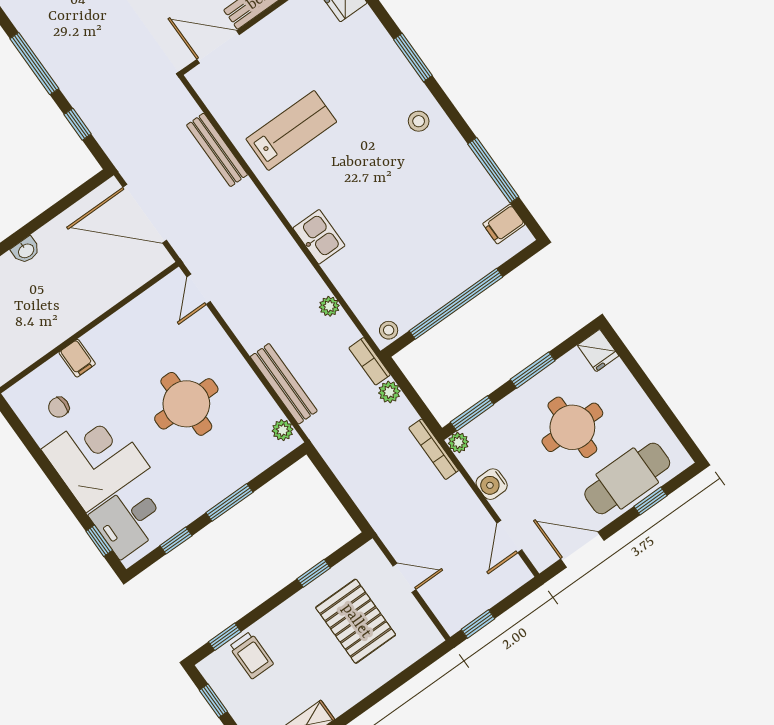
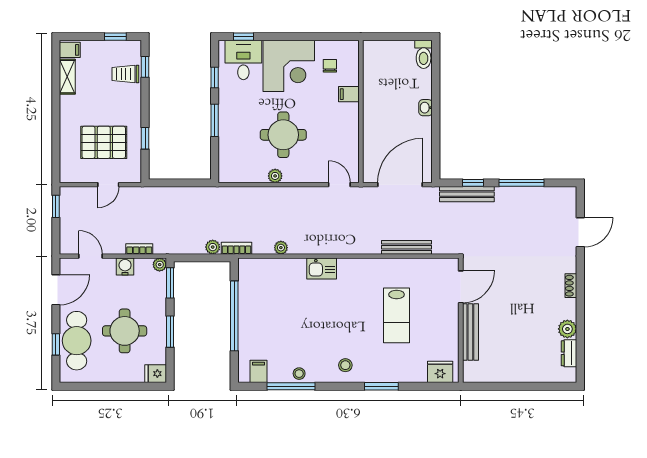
lab bench: (291, 130) -> (397, 315), moved
stool: (389, 330) -> (299, 374), moved
bench: (284, 384) -> (467, 194), moved
plant: (283, 430) -> (275, 176), moved
bookcase: (434, 449) -> (139, 249), moved, width x0.64

